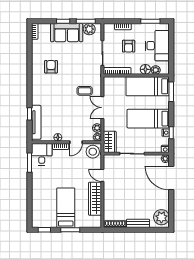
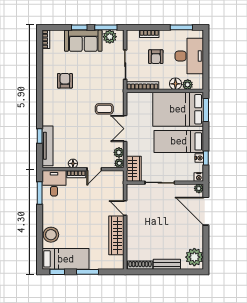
bed: (148, 86) -> (178, 109), width x1.50
stool: (93, 152) -> (51, 235), moved
bed: (66, 208) -> (66, 259), moved, turned 90

